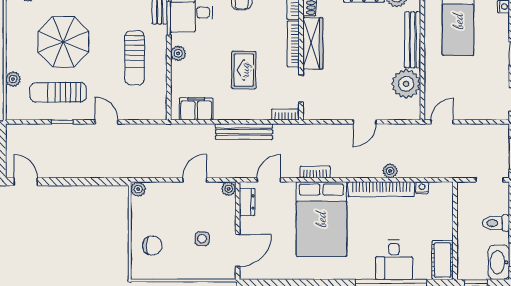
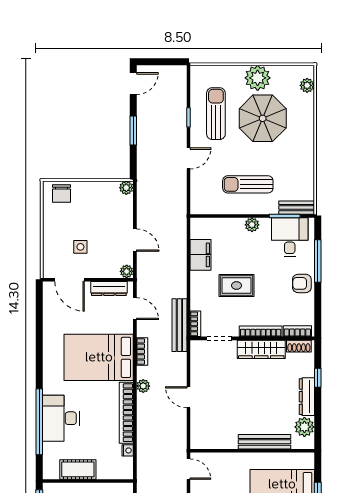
plant: (13, 79) -> (258, 78), moved, width x1.88, depth x1.88
plant: (406, 84) -> (224, 436), removed
filing cabinet: (196, 109) -> (201, 255), moved
bench: (244, 132) -> (179, 325), moved
plant: (390, 171) -> (143, 386), moved
window: (76, 182) -> (133, 130), added
dresser: (247, 202) -> (109, 289), width x1.44
chair: (152, 245) -> (61, 193), moved
desk: (394, 260) -> (61, 418), width x1.37
cot: (443, 260) -> (78, 469), moved

